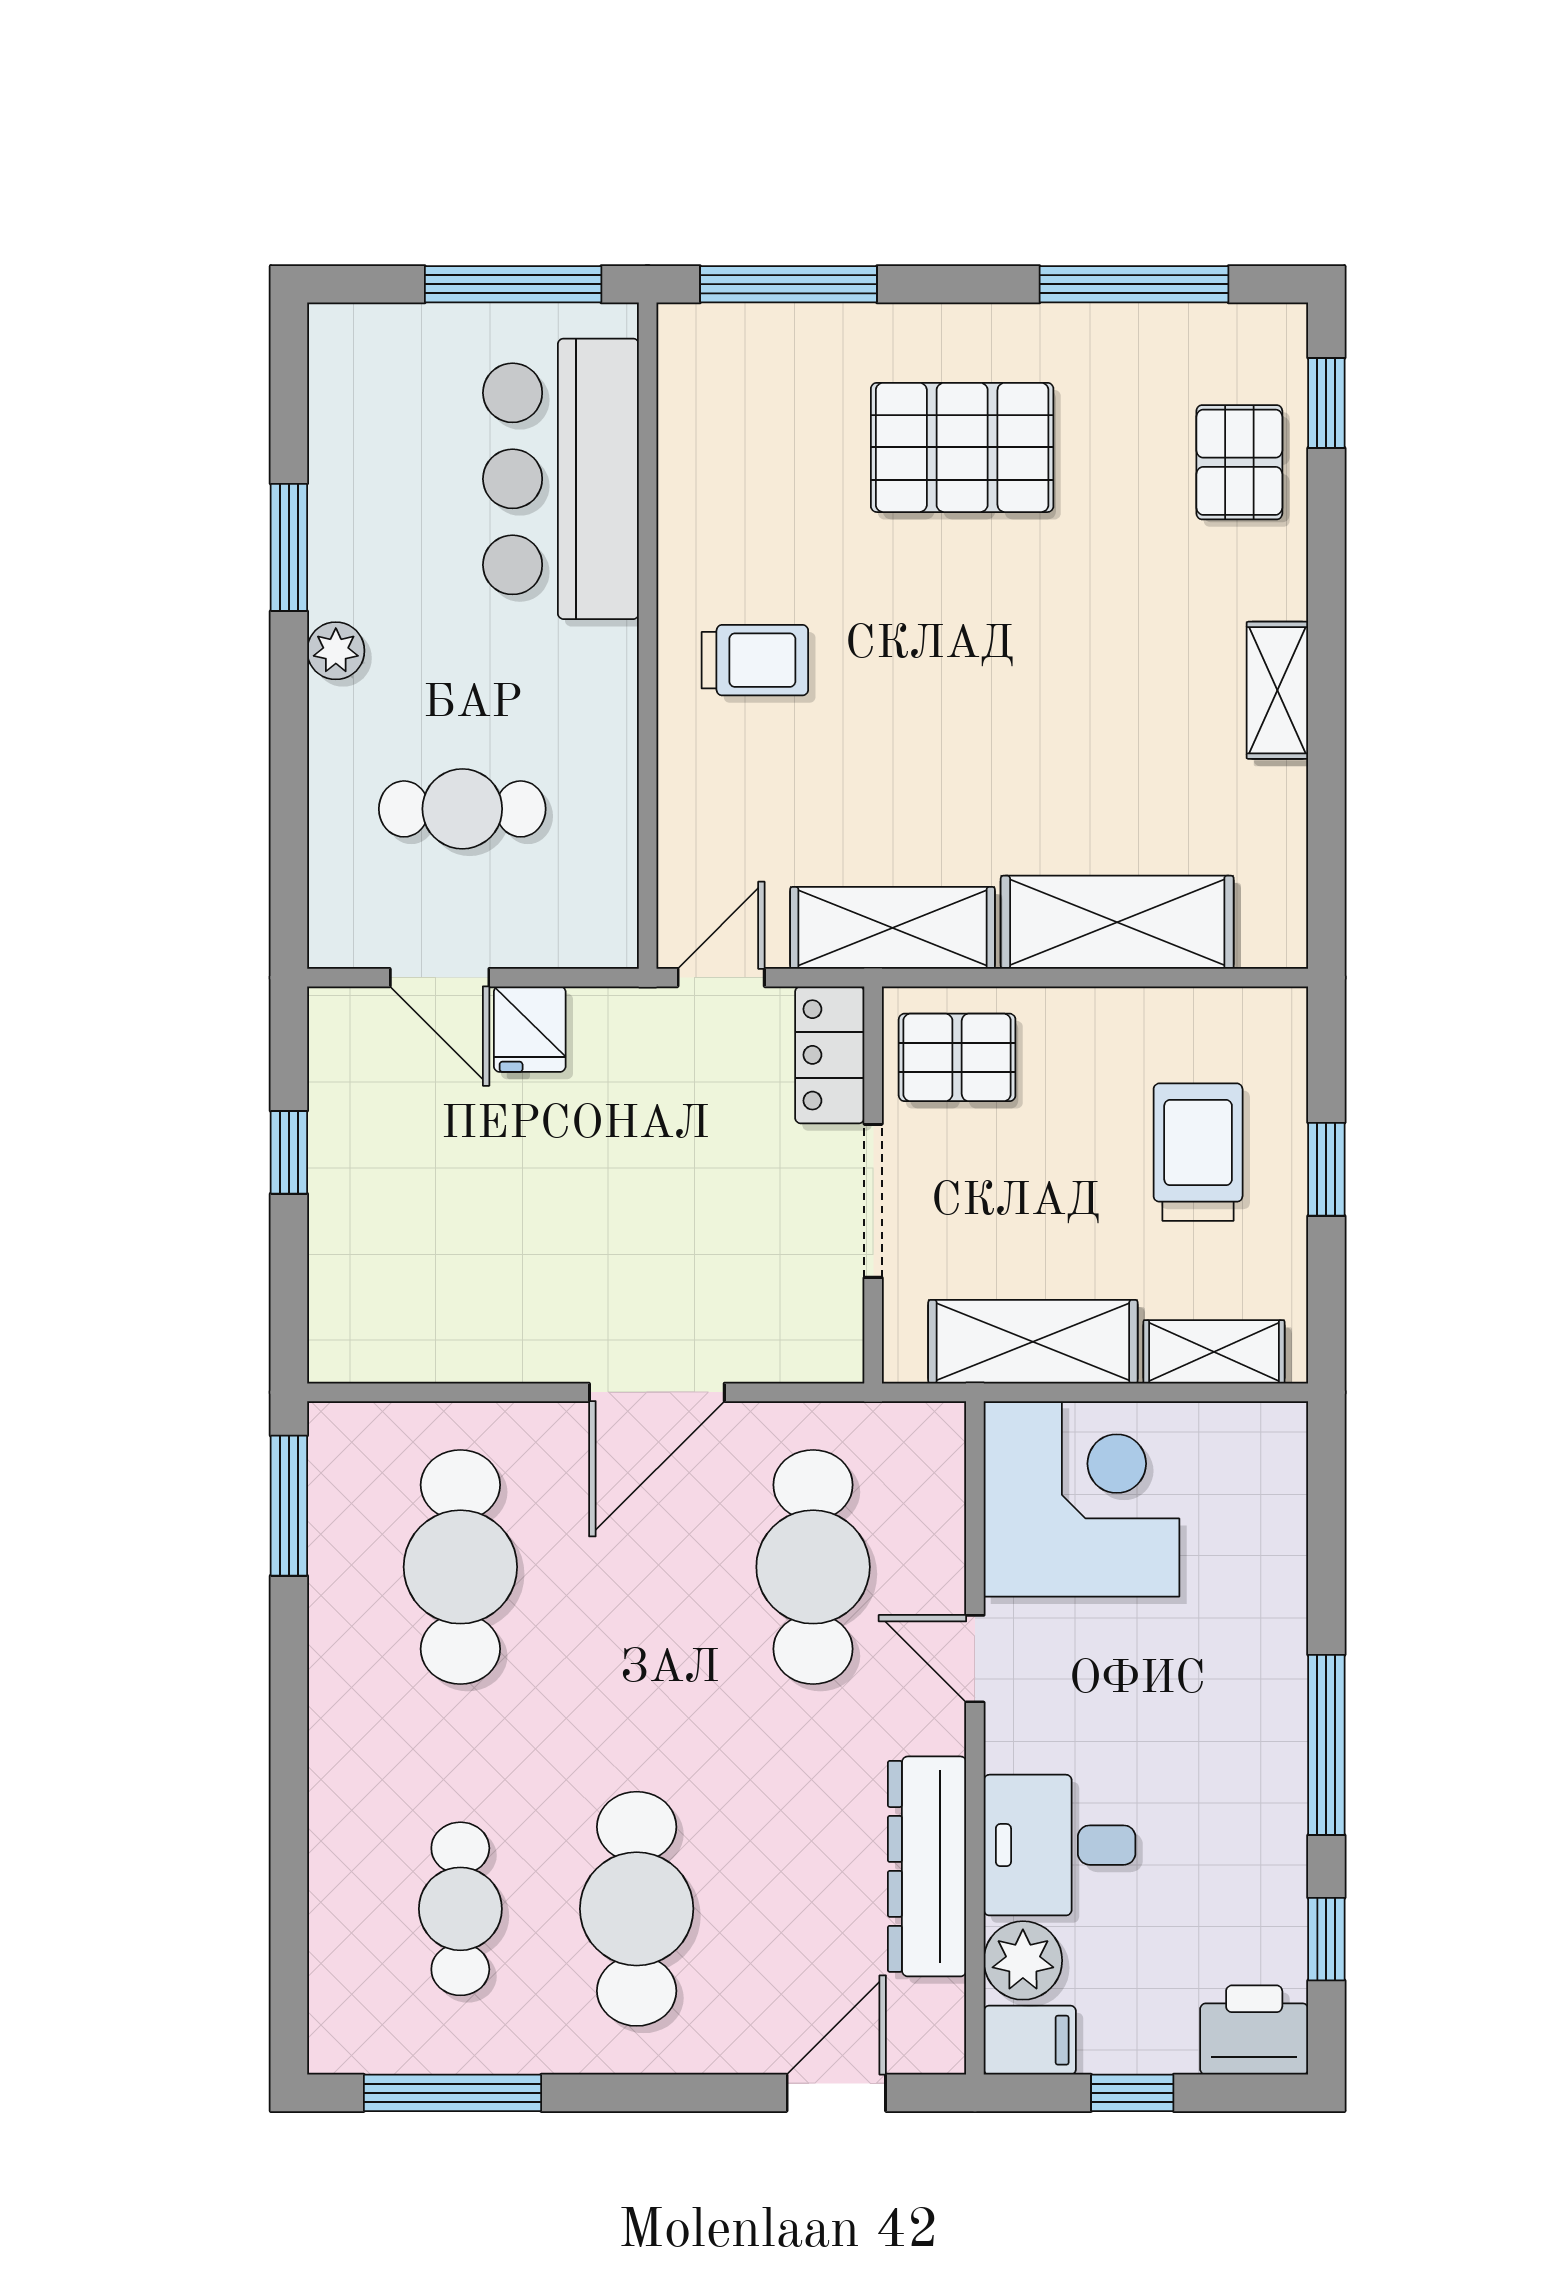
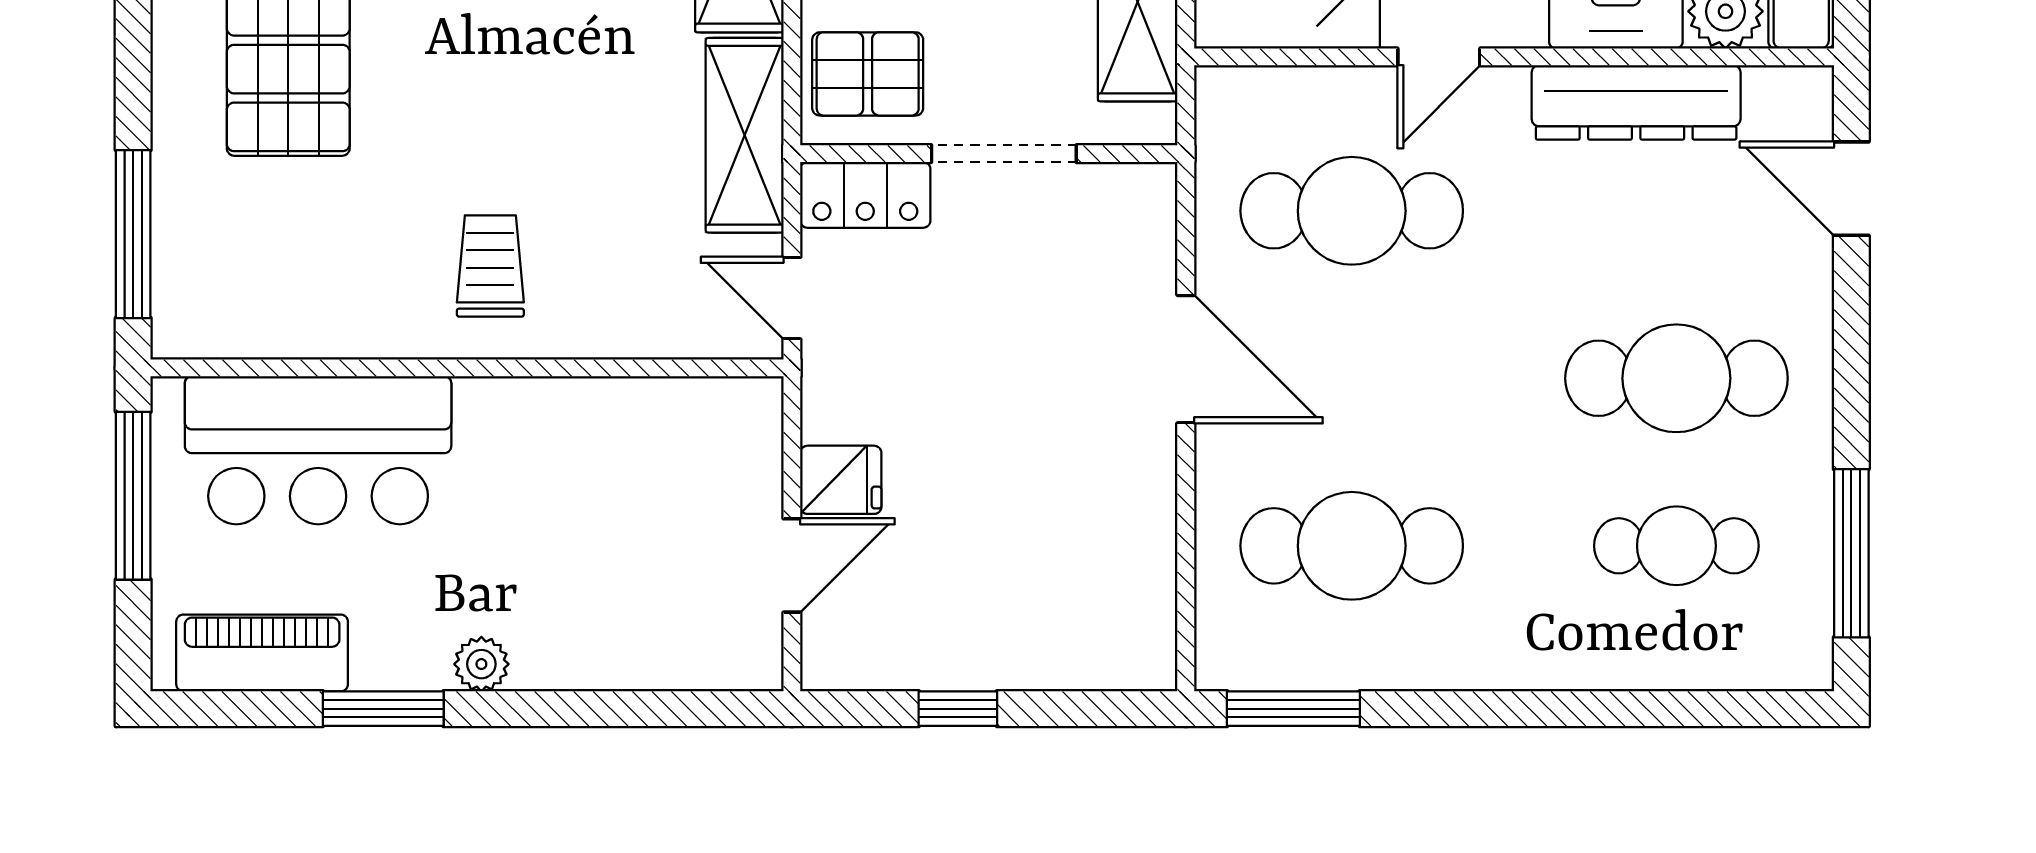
piano: (348, 420) -> (262, 653), added
cafe table: (462, 809) -> (632, 544), removed
pallet: (957, 1057) -> (868, 74), turned 90

